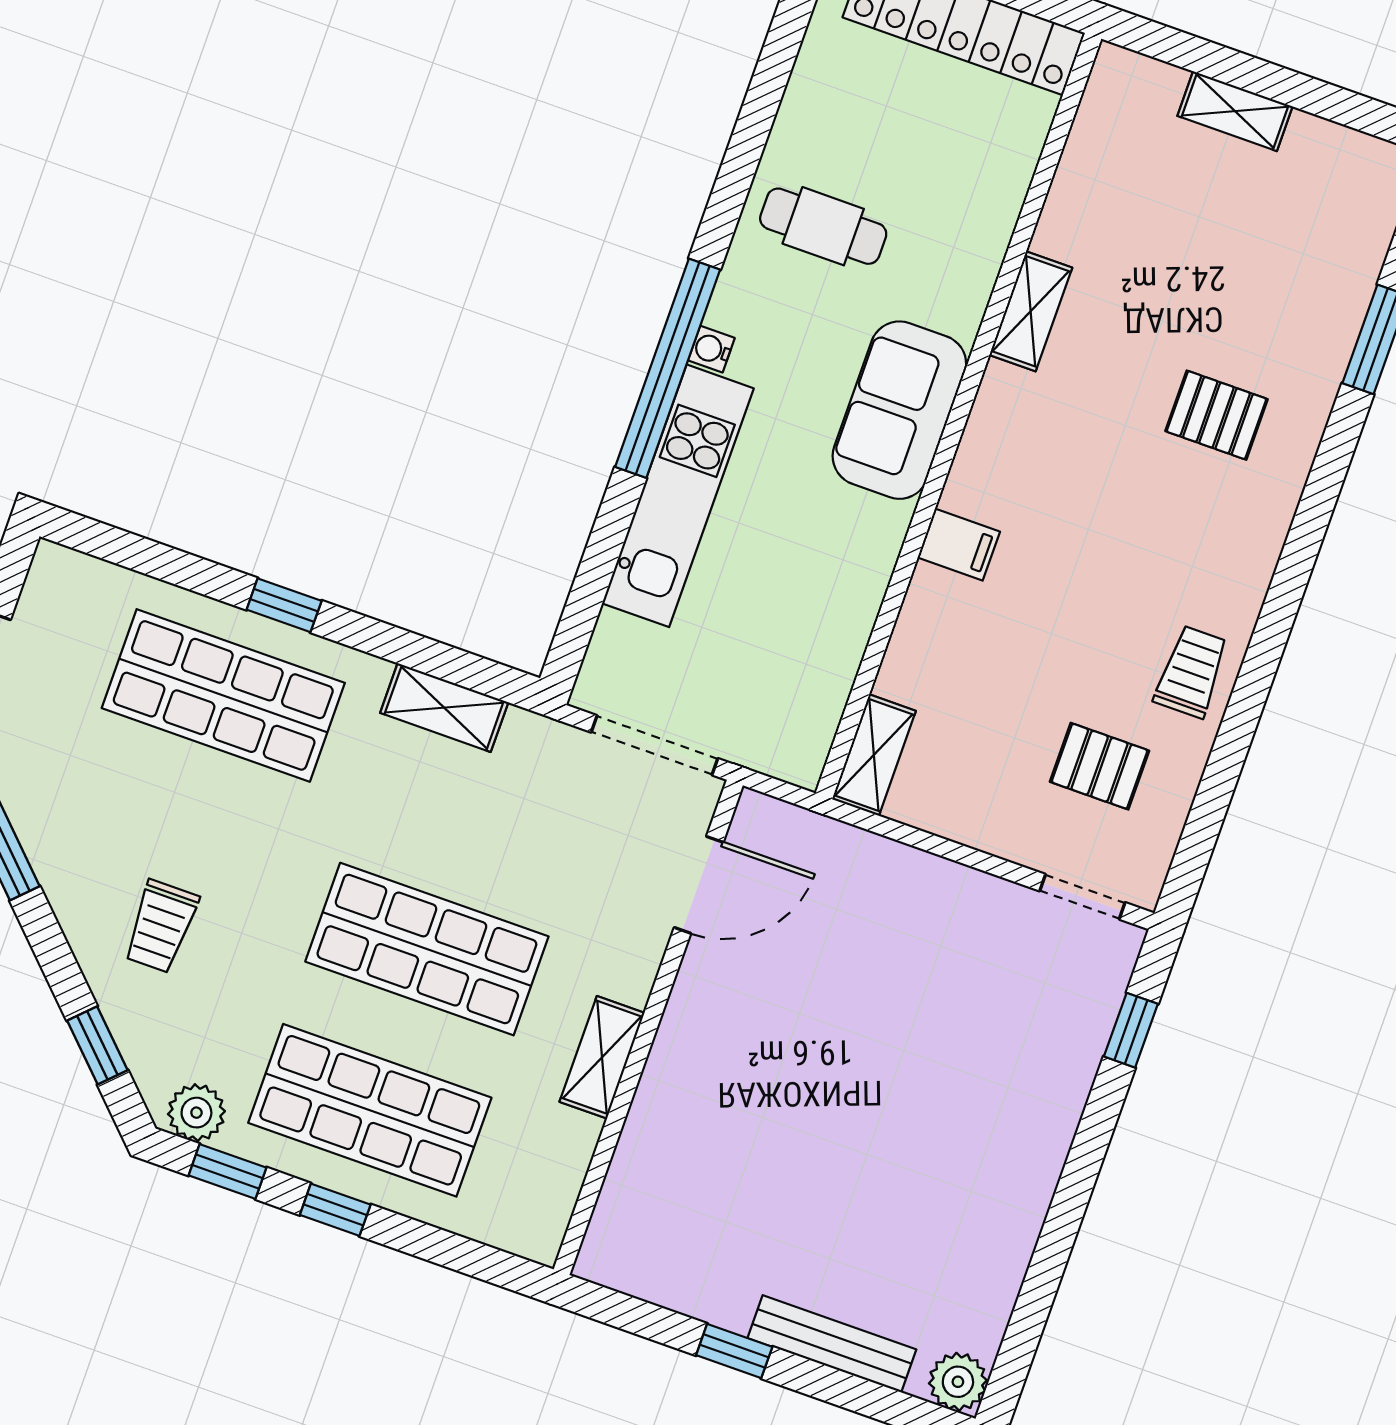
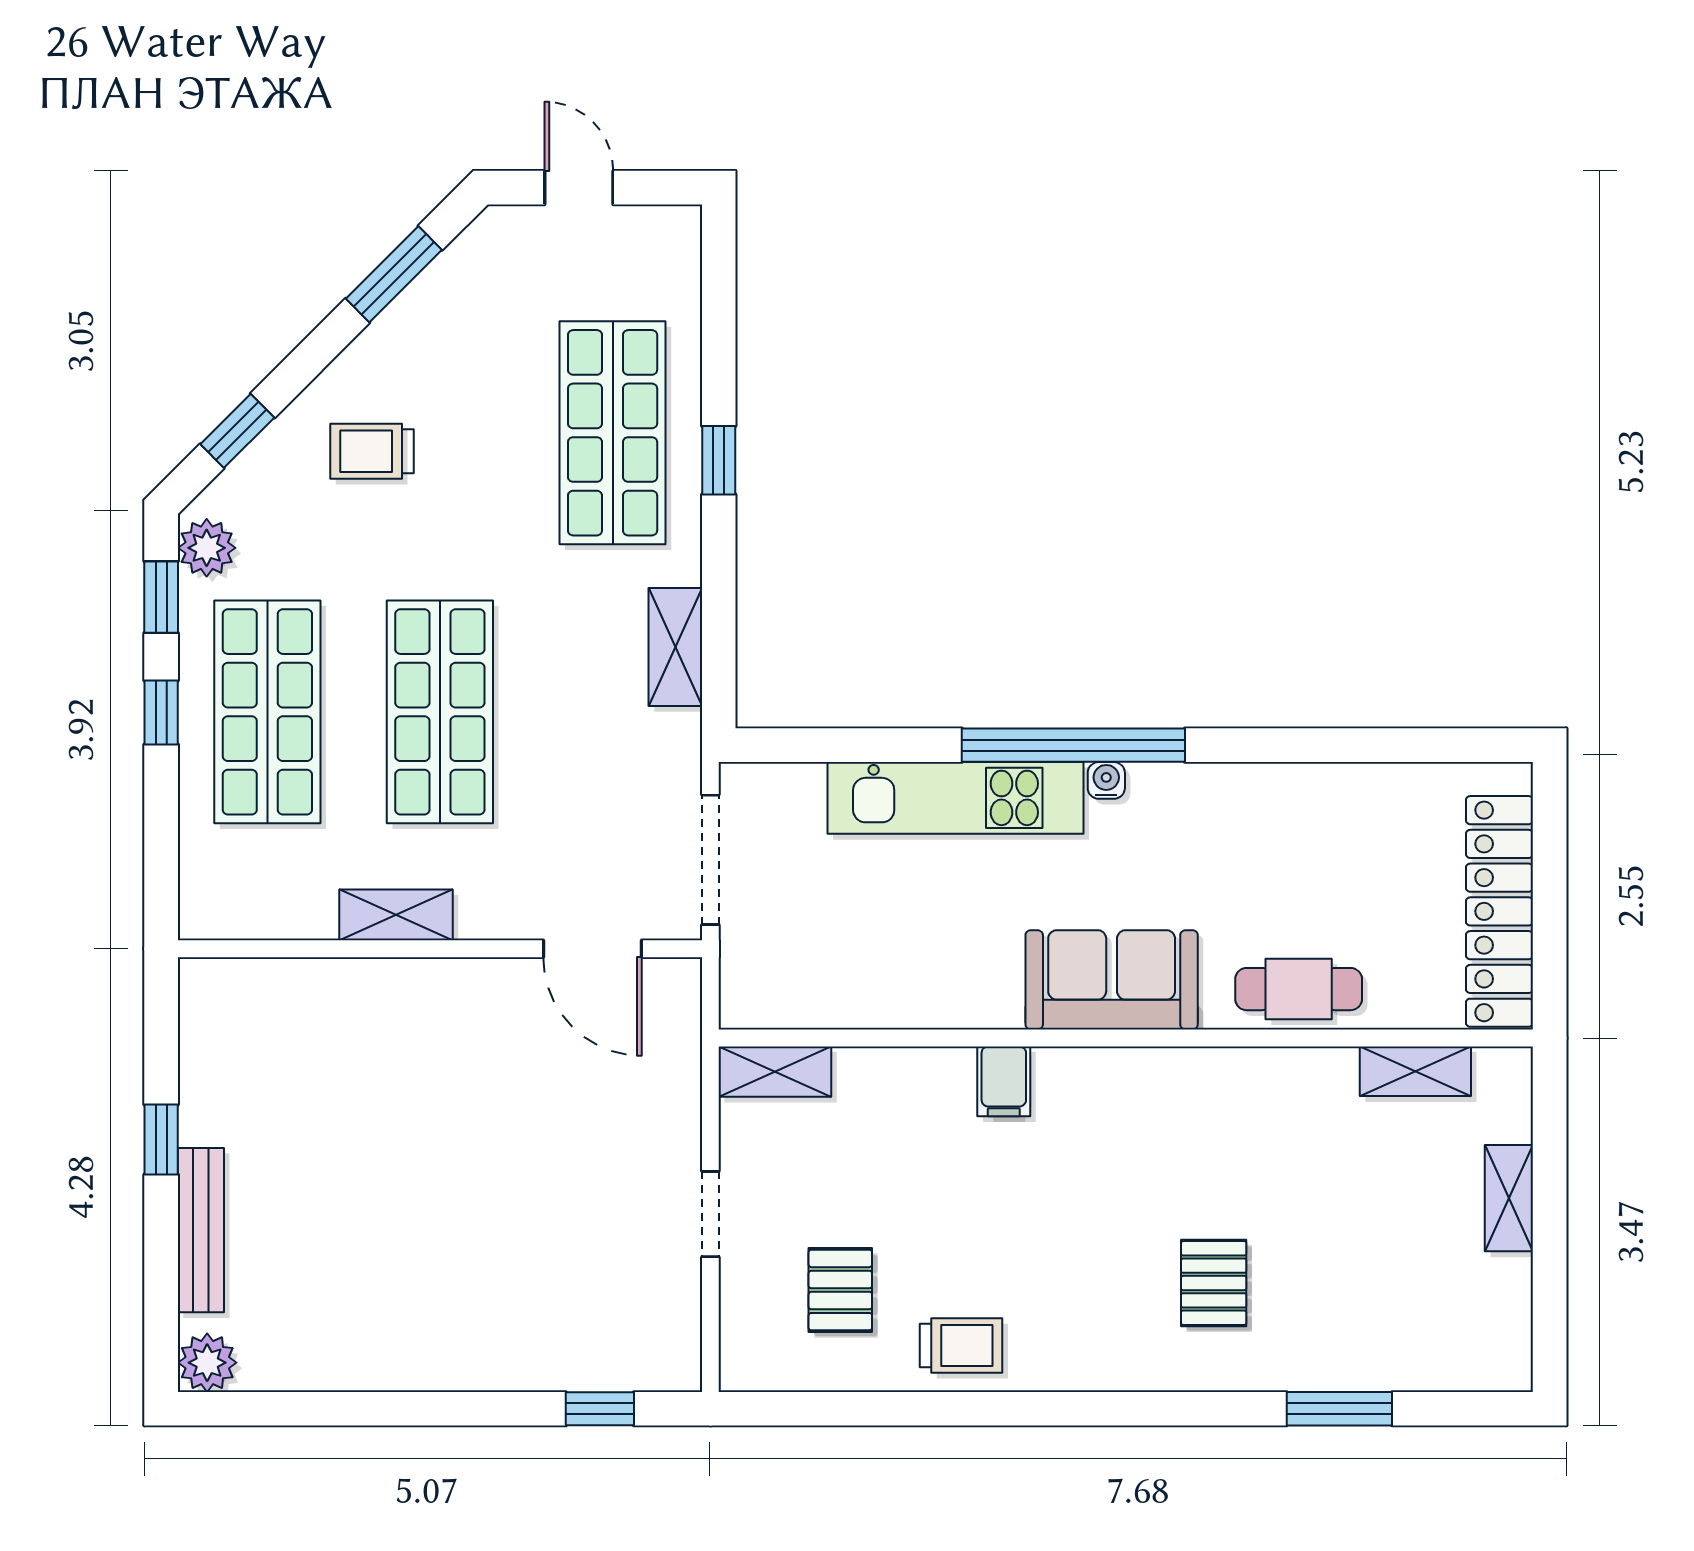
cafe table: (823, 226) -> (1299, 989), moved, turned 90
shelving: (1031, 311) -> (1415, 1071), moved
doorway: (1082, 897) -> (710, 1214), moved

